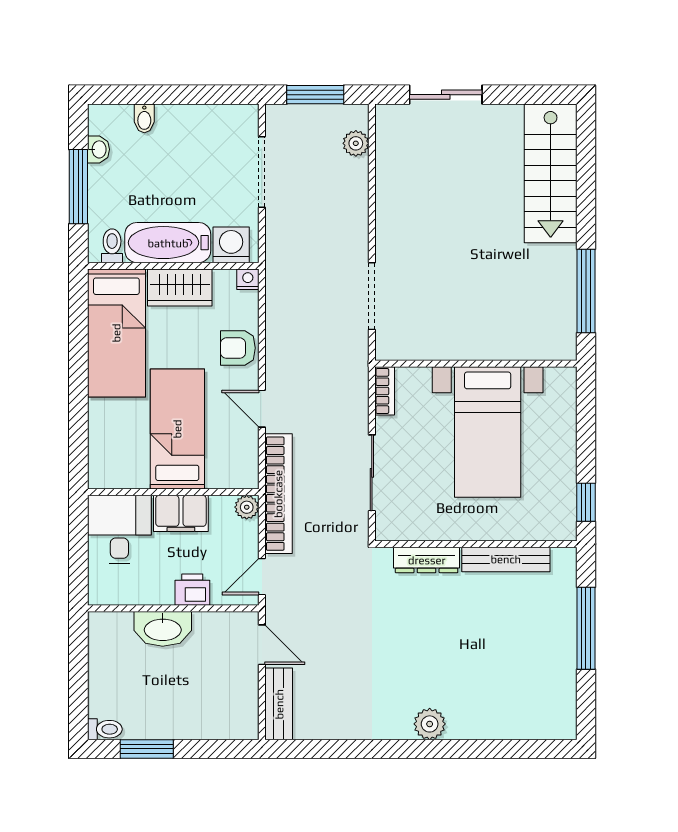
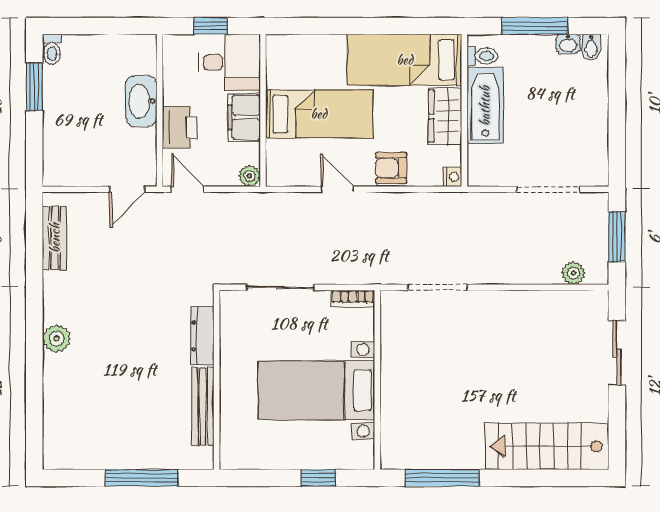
bidet: (144, 118) -> (591, 47), moved, turned -90
washing machine: (231, 245) -> (483, 162), removed
armchair: (238, 348) -> (391, 168), turned -90
door: (262, 409) -> (337, 189), hinge flipped
bookcase: (278, 494) -> (262, 204), removed
window: (586, 502) -> (318, 478), moved
window: (78, 551) -> (211, 26), added
printer: (192, 590) -> (180, 127), width x1.36, depth x1.24
bench: (279, 704) -> (55, 238), moved, turned 90

